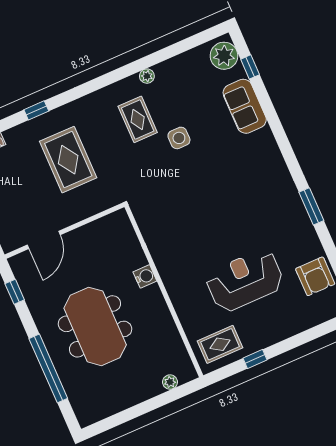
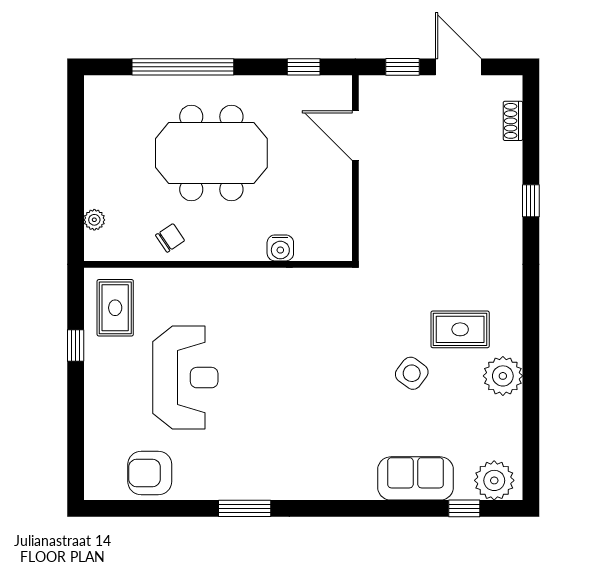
plant: (147, 76) -> (503, 376), width x1.87, depth x1.87
side table: (179, 138) -> (412, 373), turned 37
rug: (68, 160) -> (447, 214), removed
water cooler: (145, 276) -> (280, 248), moved
chair: (160, 329) -> (170, 238), added

